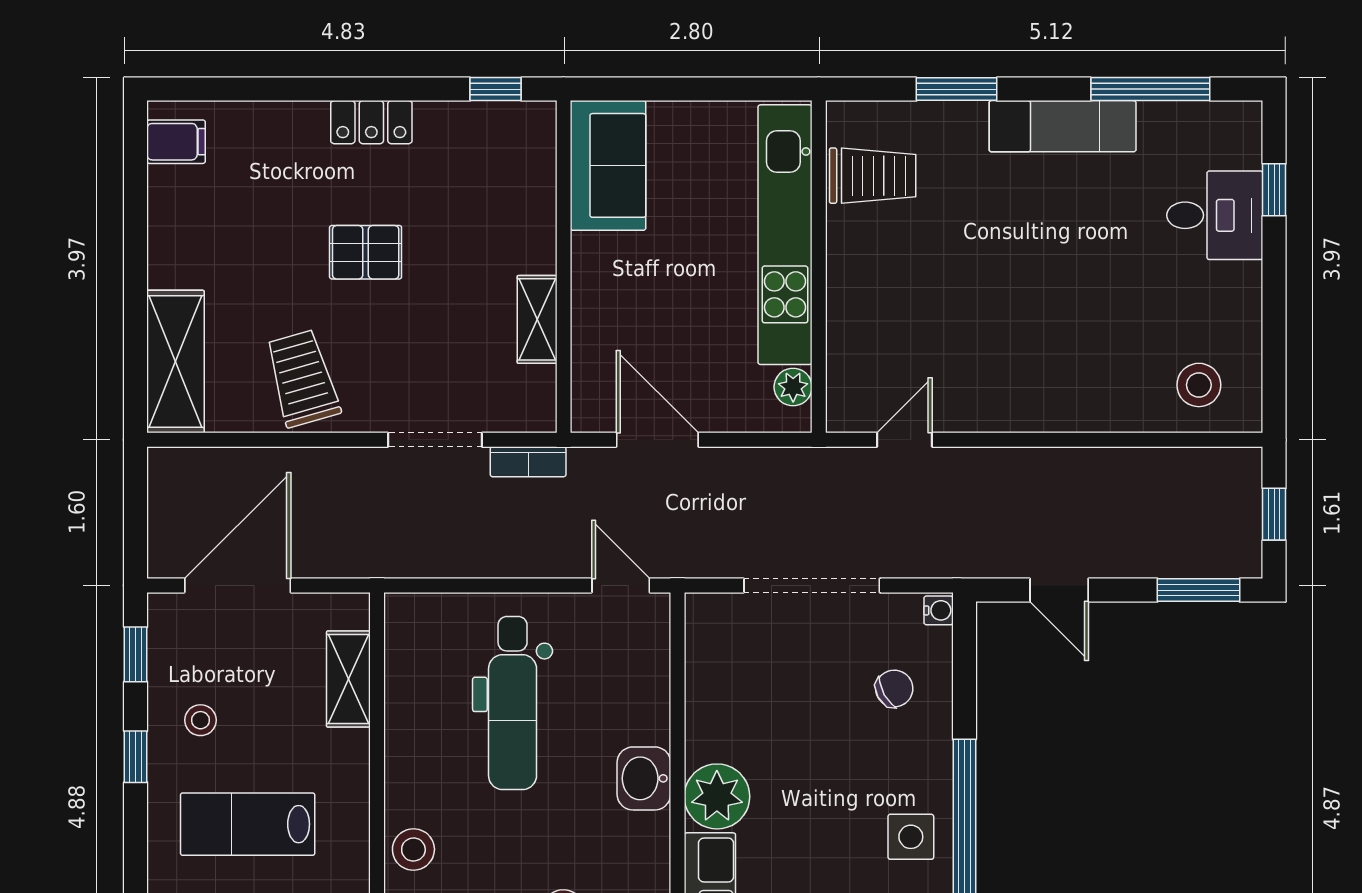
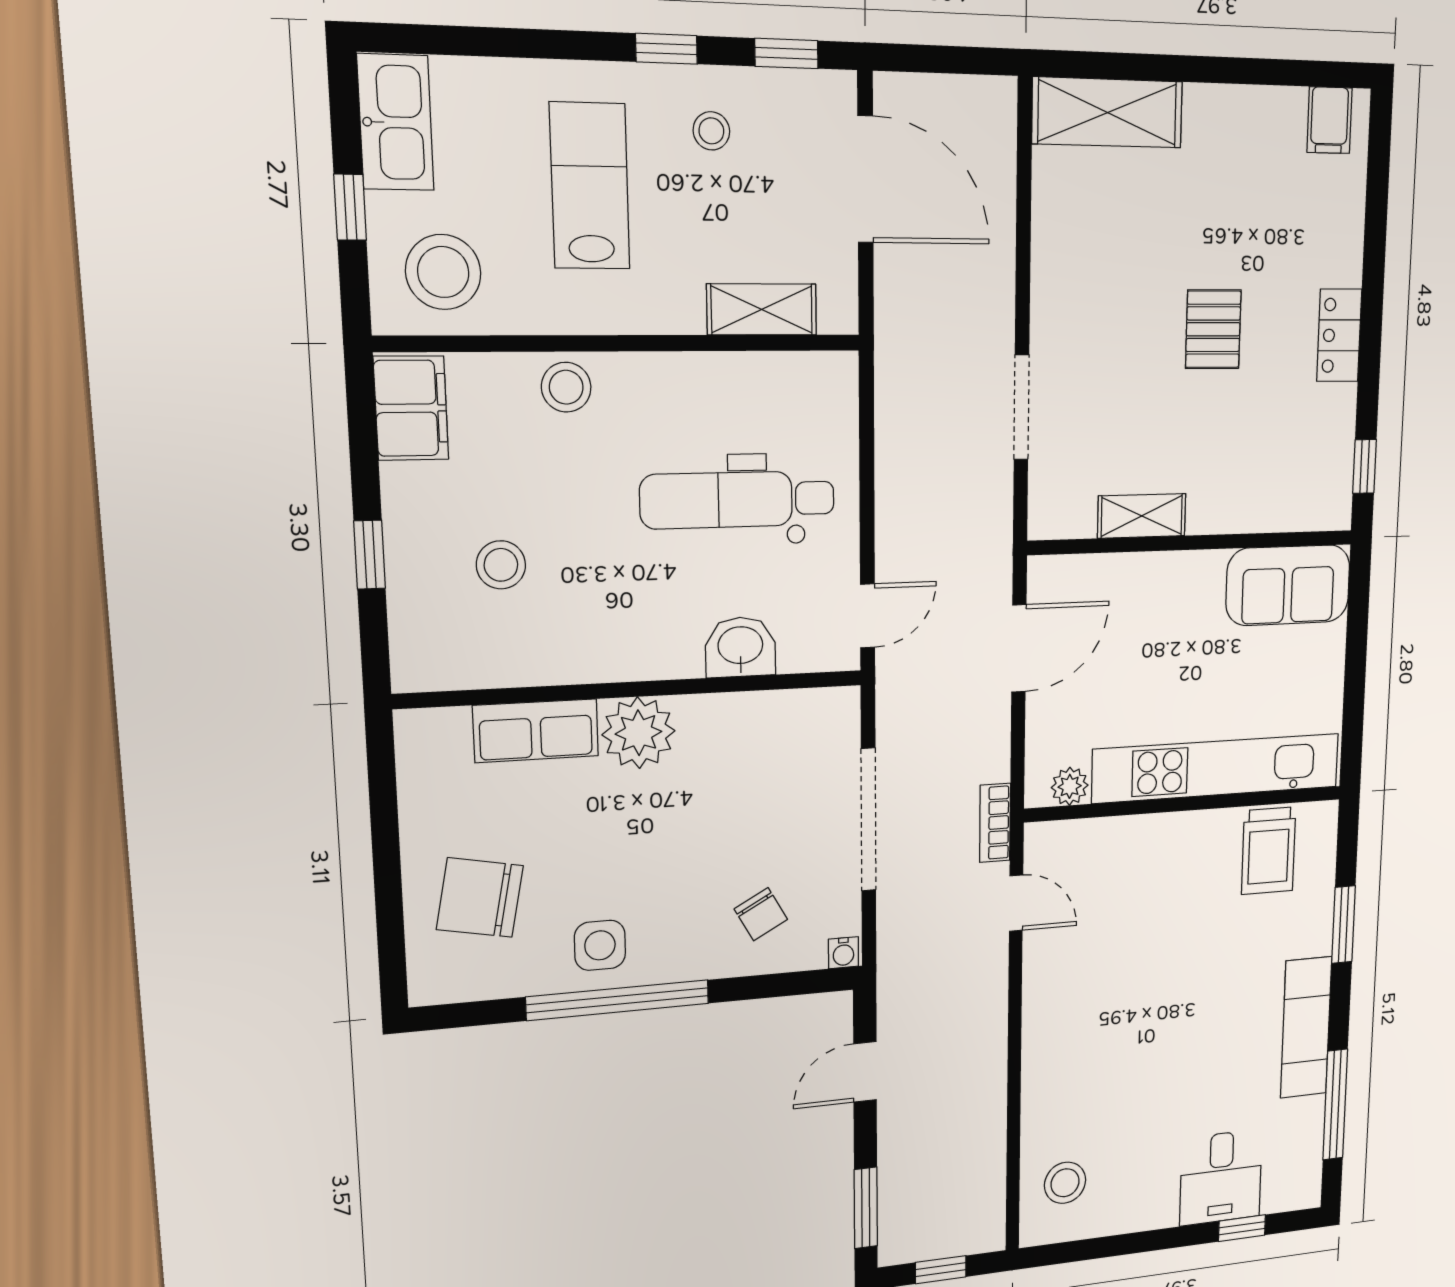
trolley: (302, 378) -> (1087, 258), removed
bookcase: (528, 462) -> (995, 823), moved
washbasin: (644, 778) -> (740, 647), moved

